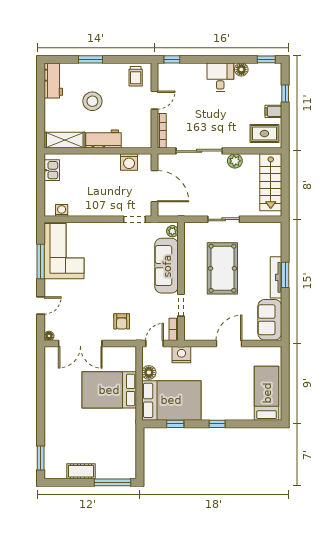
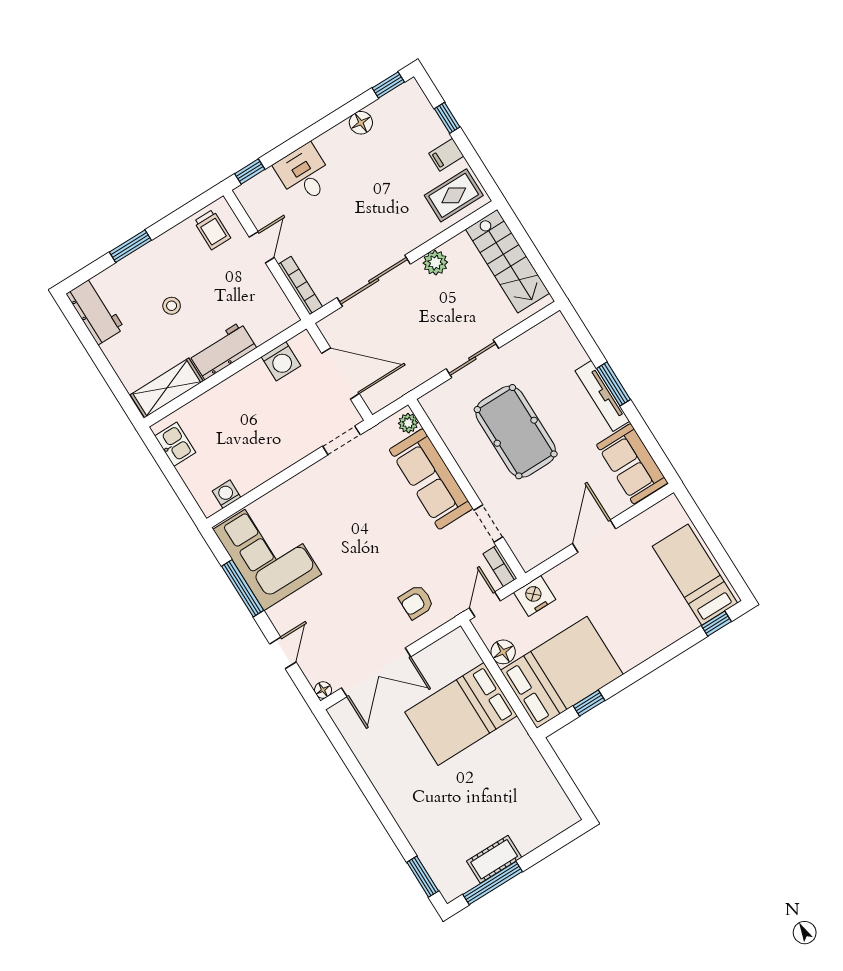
desk: (220, 77) -> (304, 174), moved
stool: (92, 101) -> (172, 306), width x0.53, depth x0.53
armchair: (122, 321) -> (416, 602), turned 90
window: (217, 424) -> (716, 624), moved
window: (113, 482) -> (493, 883), moved

